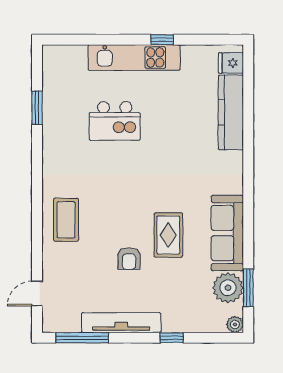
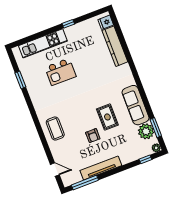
kitchen unit: (134, 57) -> (43, 43), moved
door: (37, 294) -> (55, 170), swing flipped
window: (172, 338) -> (145, 159), moved

